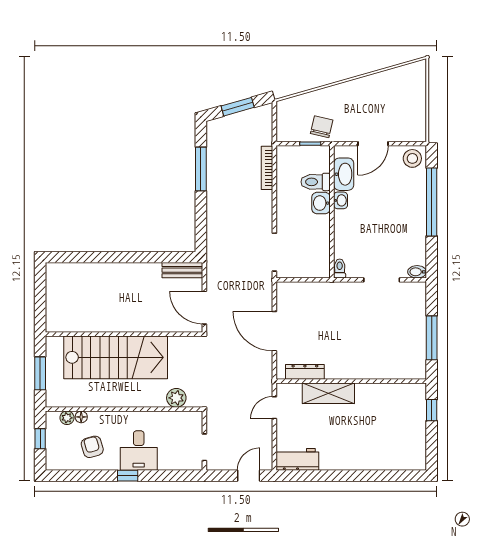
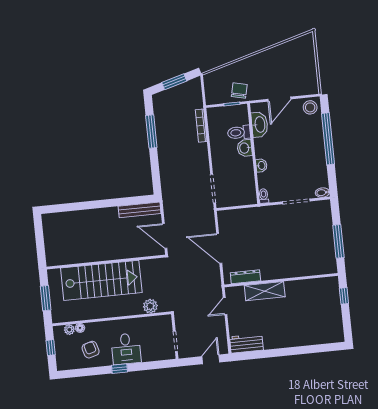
washbasin: (341, 200) -> (261, 165), moved
bench: (182, 270) -> (140, 210), width x1.36

